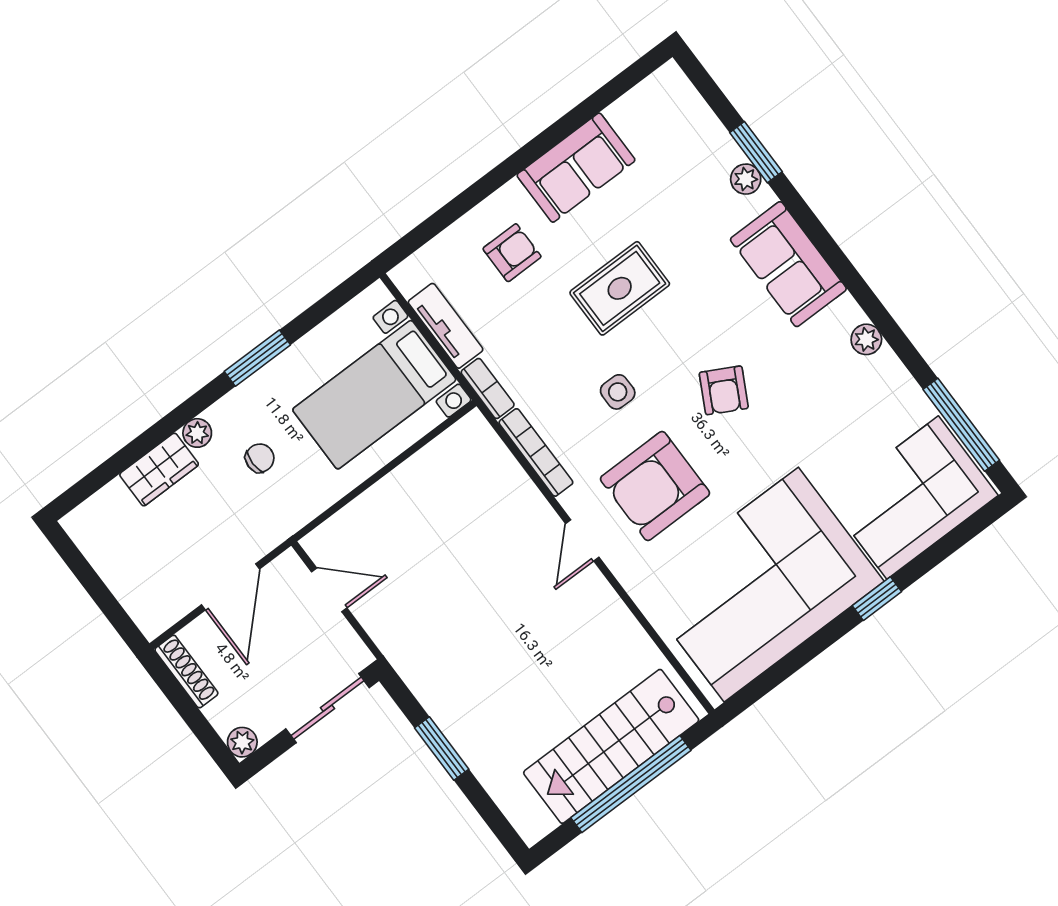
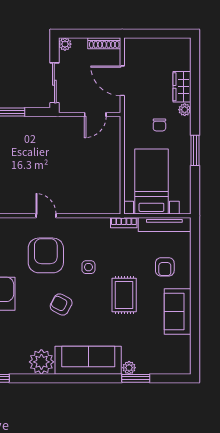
sofa: (788, 264) -> (88, 360), width x1.36
tv unit: (446, 326) -> (164, 224), width x1.41
plant: (866, 339) -> (41, 362), width x1.88, depth x1.88
bookcase: (536, 452) -> (89, 223), removed

